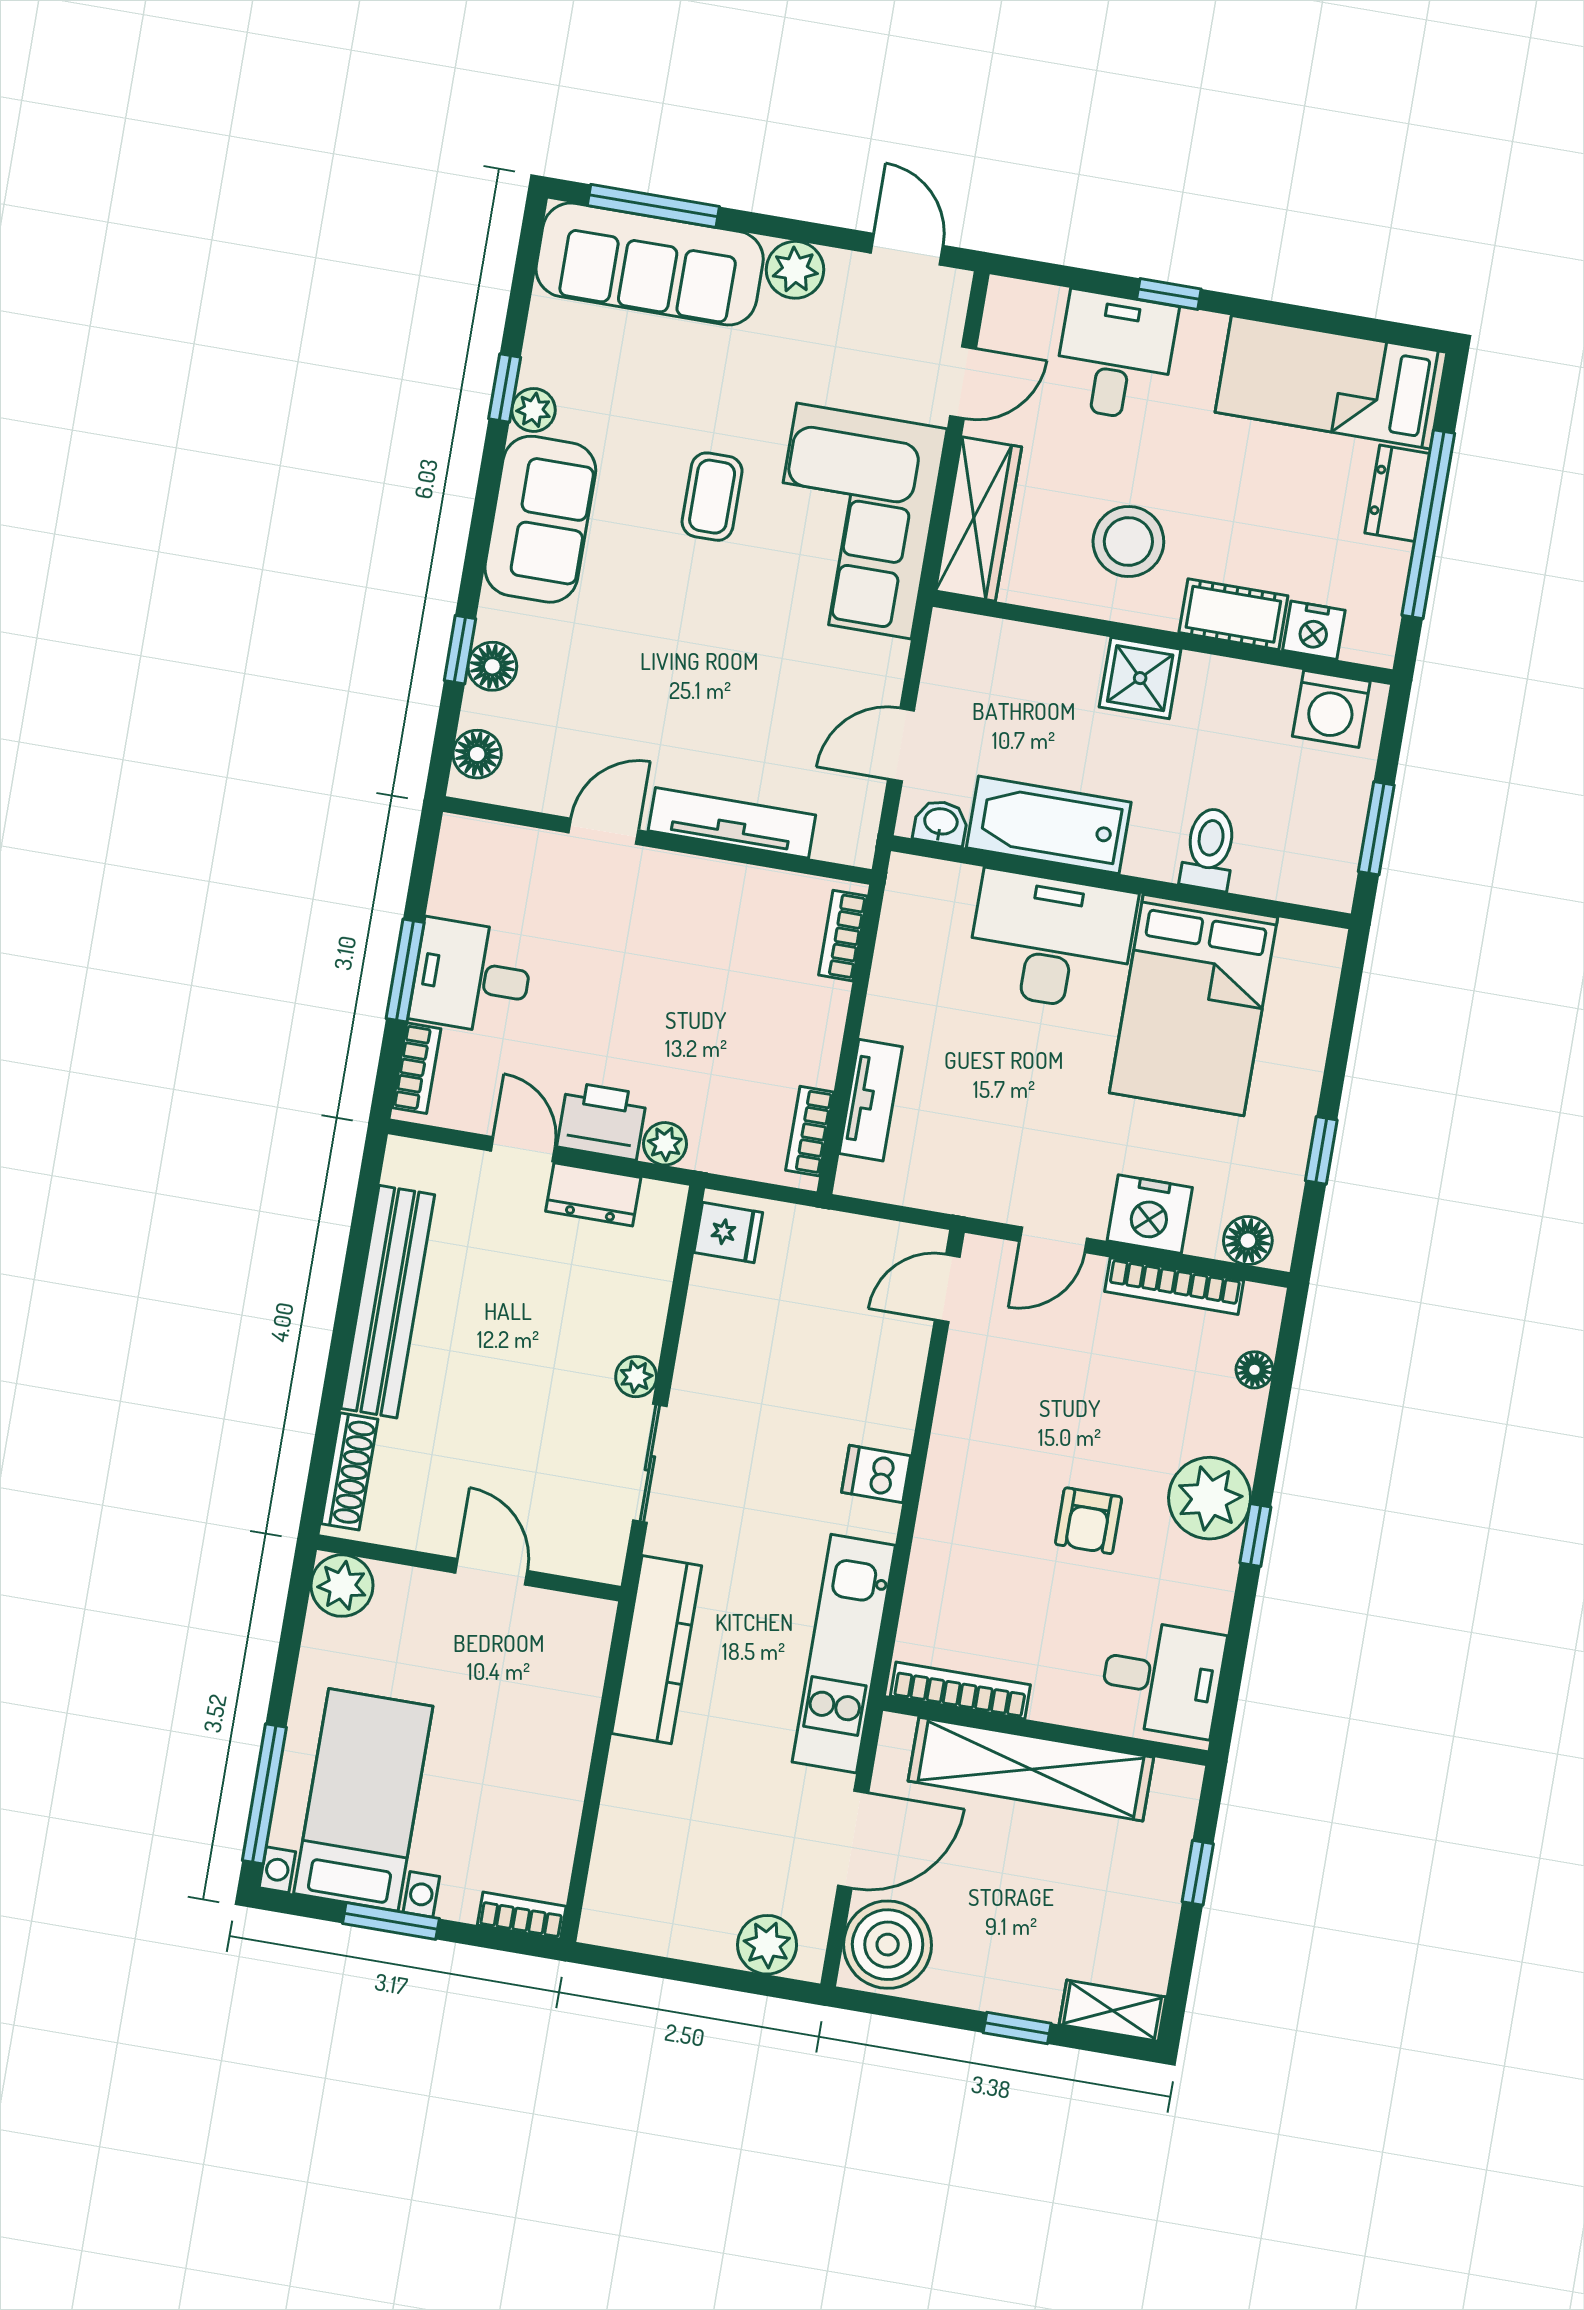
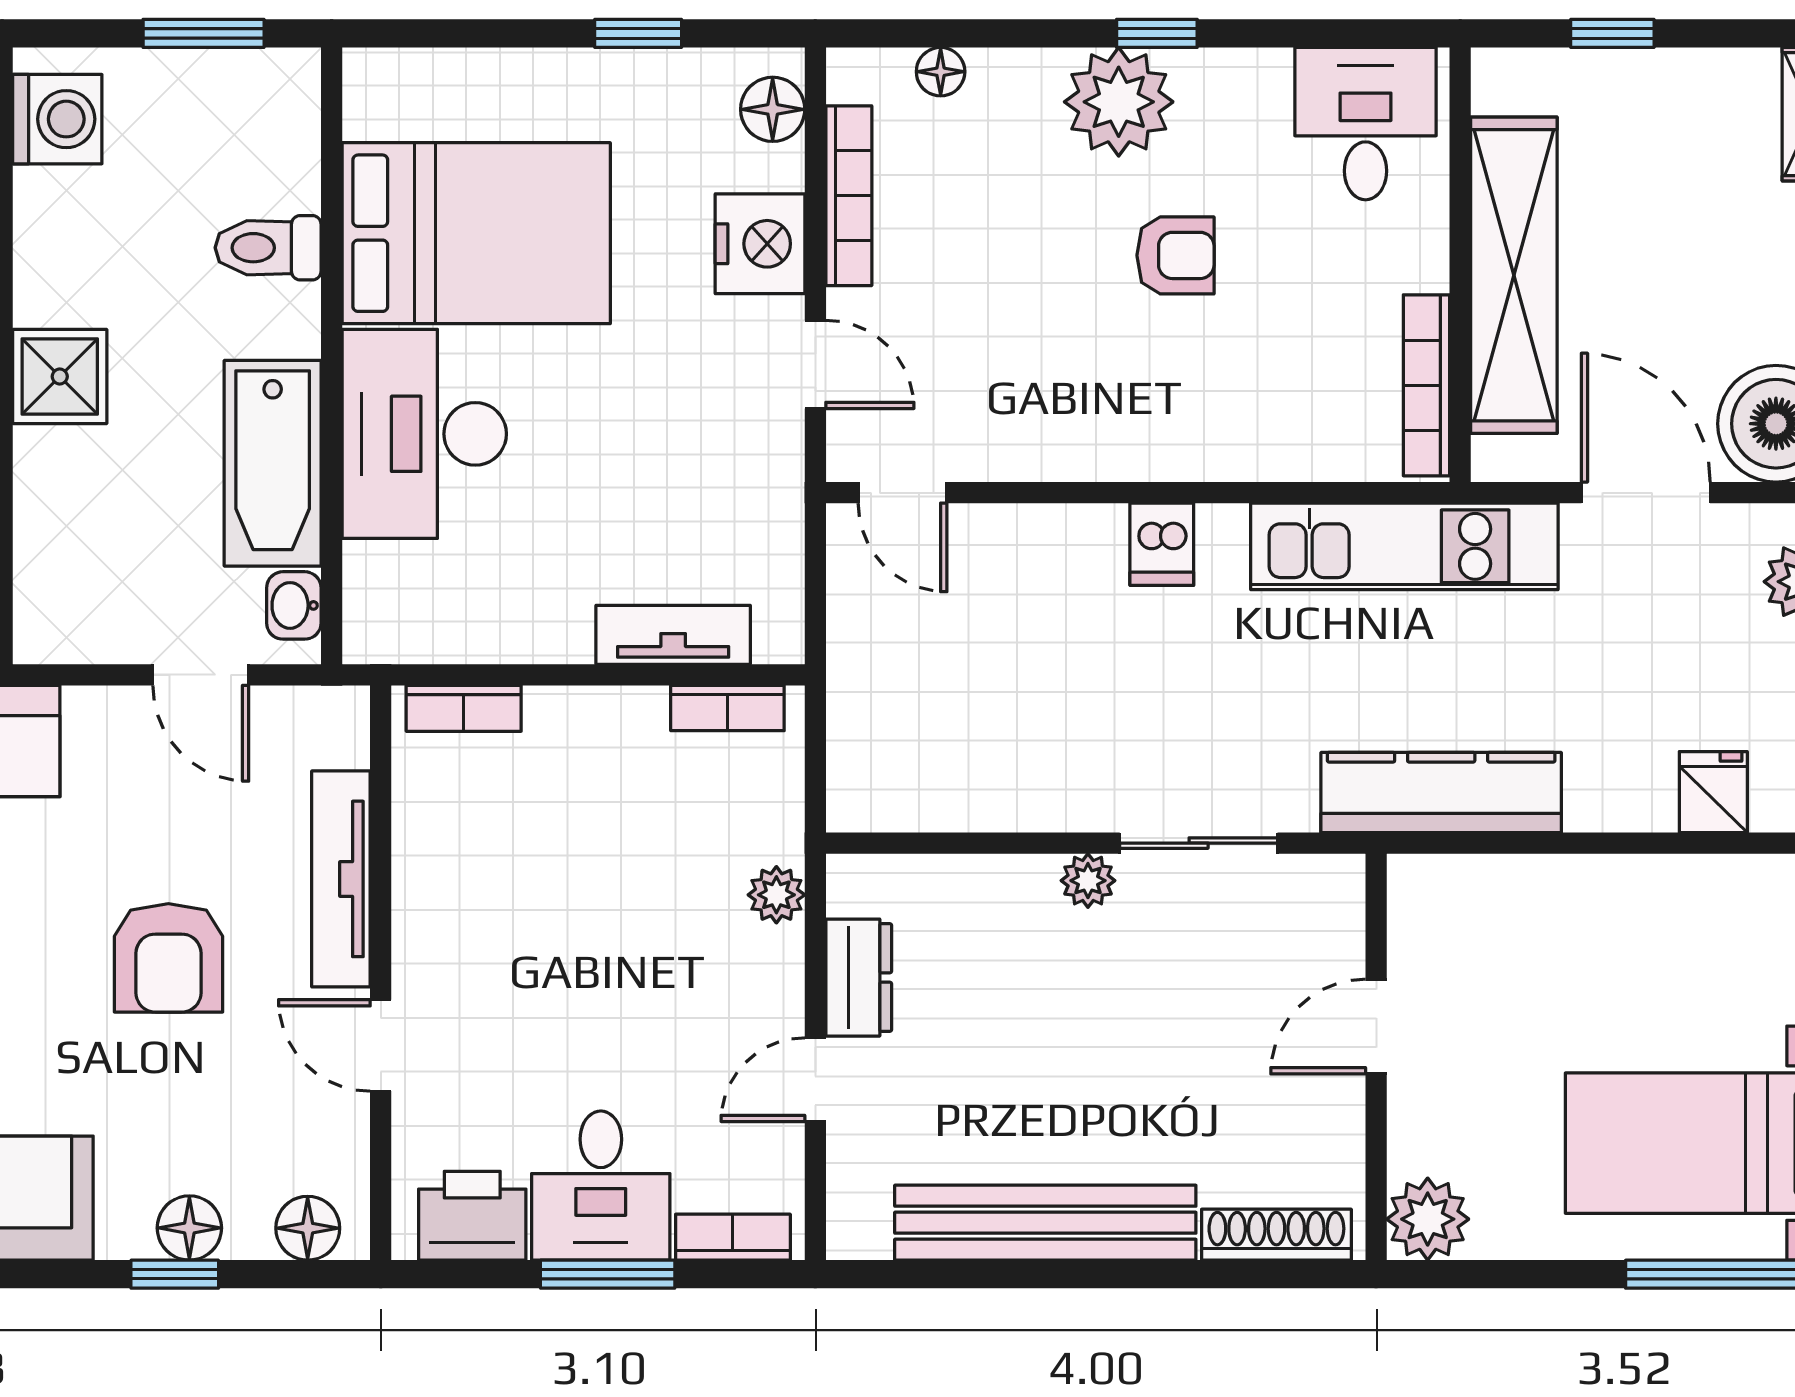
armchair: (695, 685) -> (168, 958), added
printer: (602, 1121) -> (472, 1216), moved, turned 90
fridge: (728, 1232) -> (1713, 792), moved

